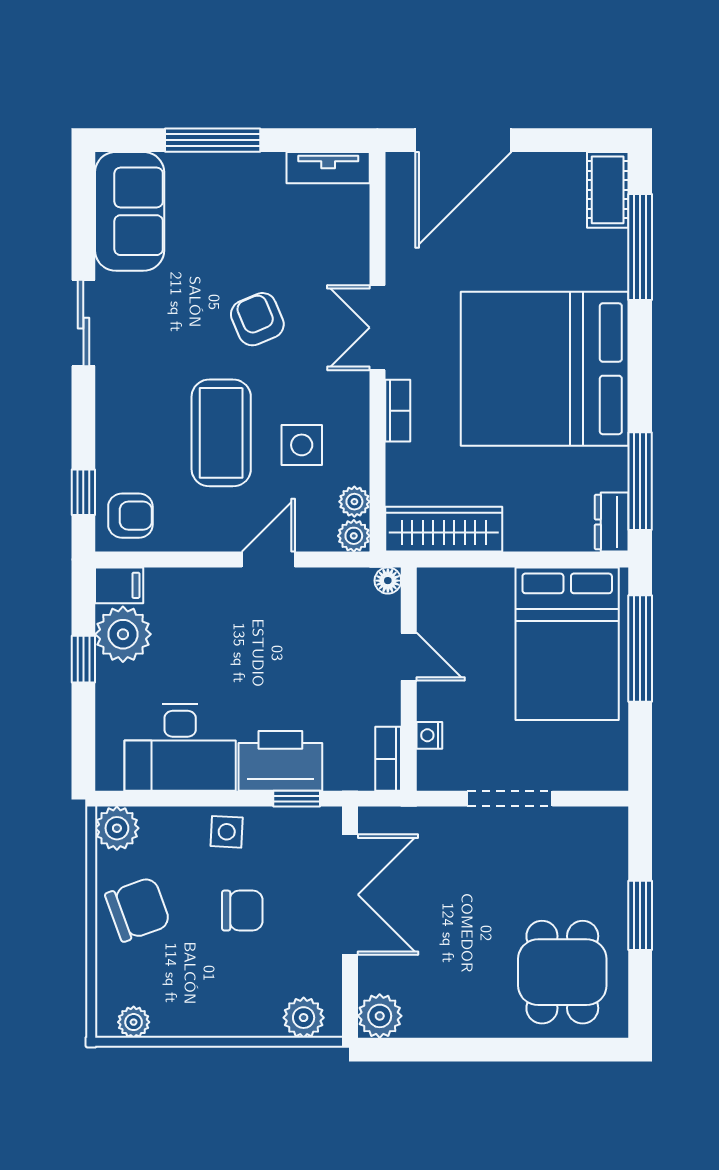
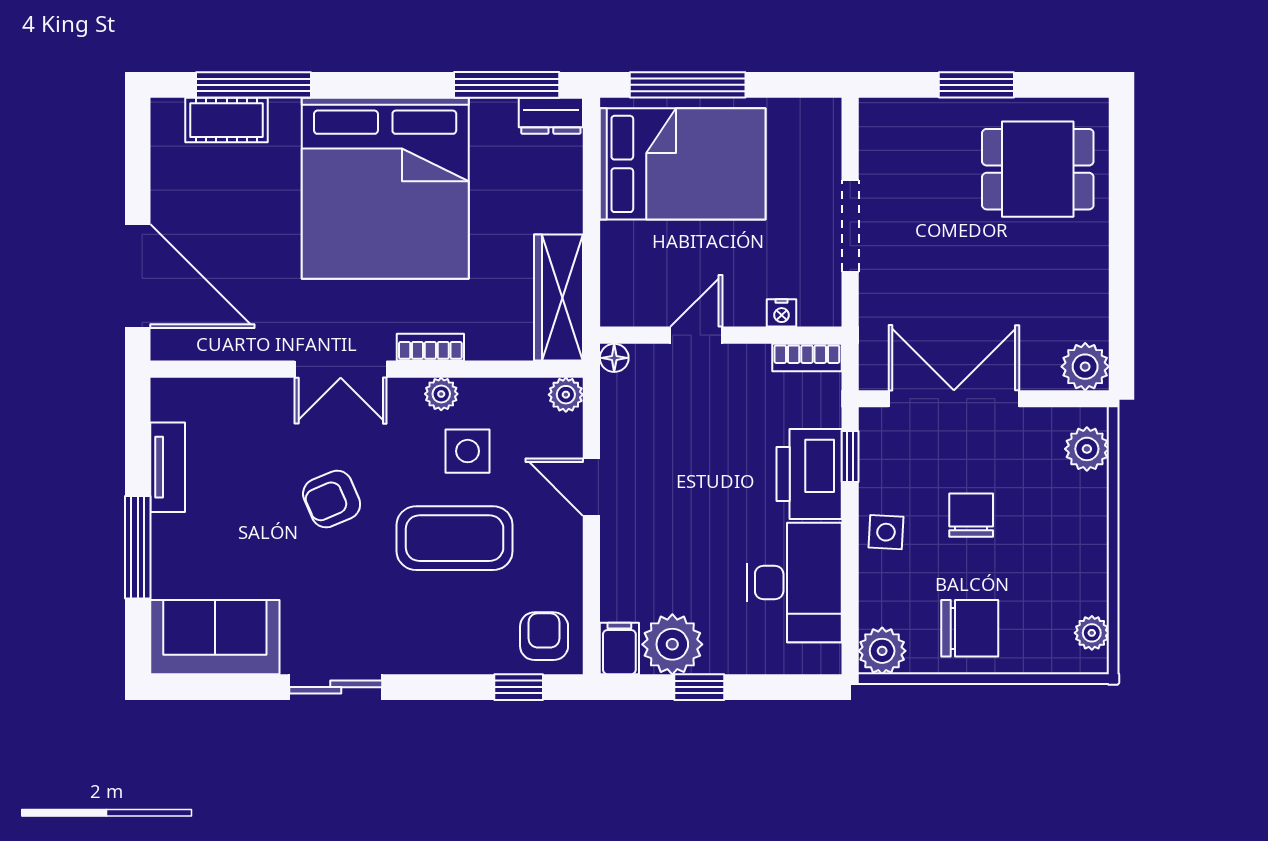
tv unit: (328, 168) -> (168, 467), moved
cot: (608, 190) -> (227, 120), moved
plant: (354, 502) -> (441, 394), moved
chair: (138, 909) -> (970, 628), turned 110

